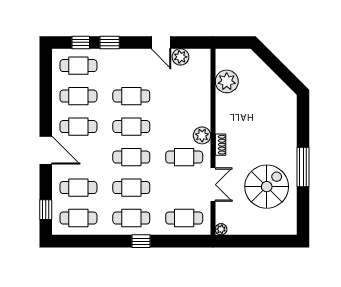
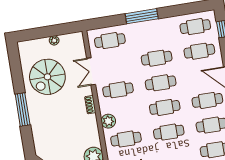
plant: (202, 135) -> (108, 121), moved
window: (303, 167) -> (23, 109), moved
cafe table: (131, 218) -> (126, 139), moved
plant: (221, 229) -> (54, 40), moved
window: (141, 241) -> (142, 16), width x2.17

